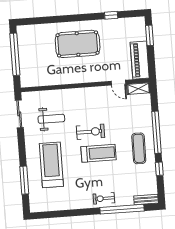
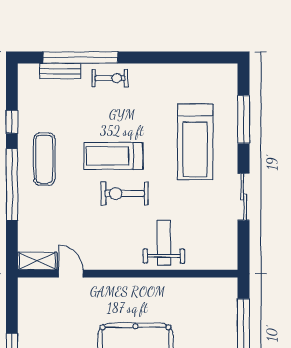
piano: (140, 60) -> (32, 309), removed
sliding door: (19, 114) -> (244, 197), moved
weight bench: (51, 119) -> (164, 242), moved, turned 90
bench: (146, 199) -> (60, 71), moved

